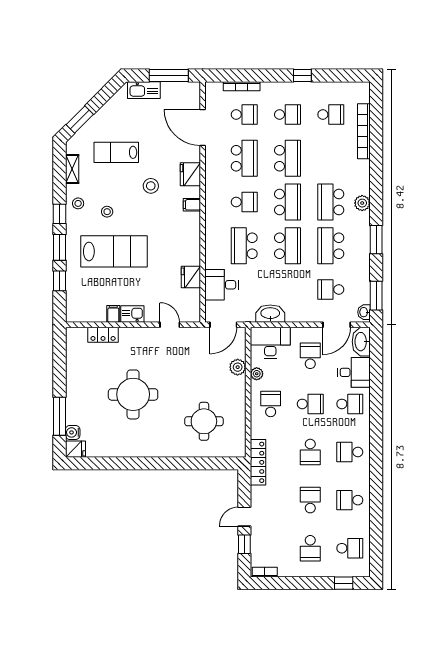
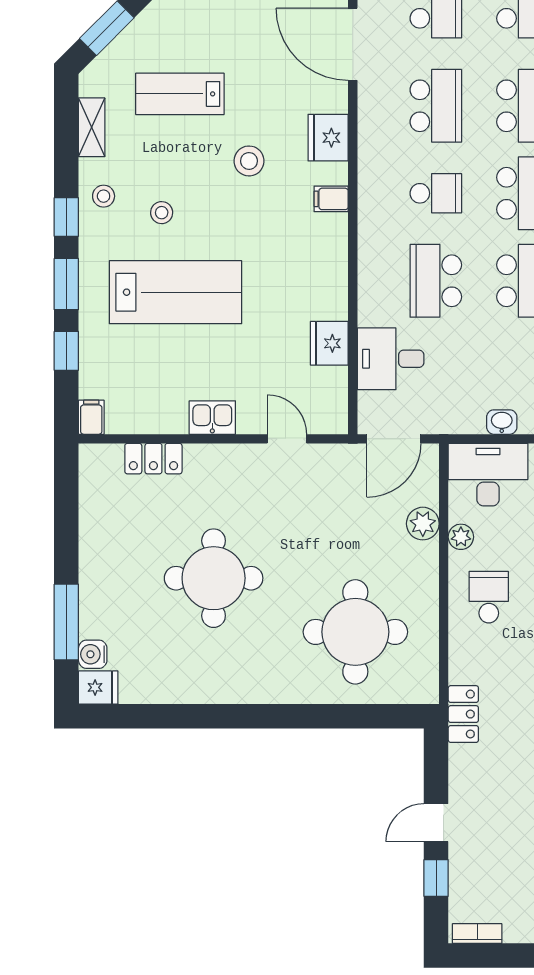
filing cabinet: (113, 314) -> (91, 417), moved
washbasin: (270, 314) -> (502, 422), width x0.52, depth x0.69
round table: (204, 421) -> (355, 632), width x1.36, depth x1.36
locker: (258, 462) -> (463, 714), width x0.66

